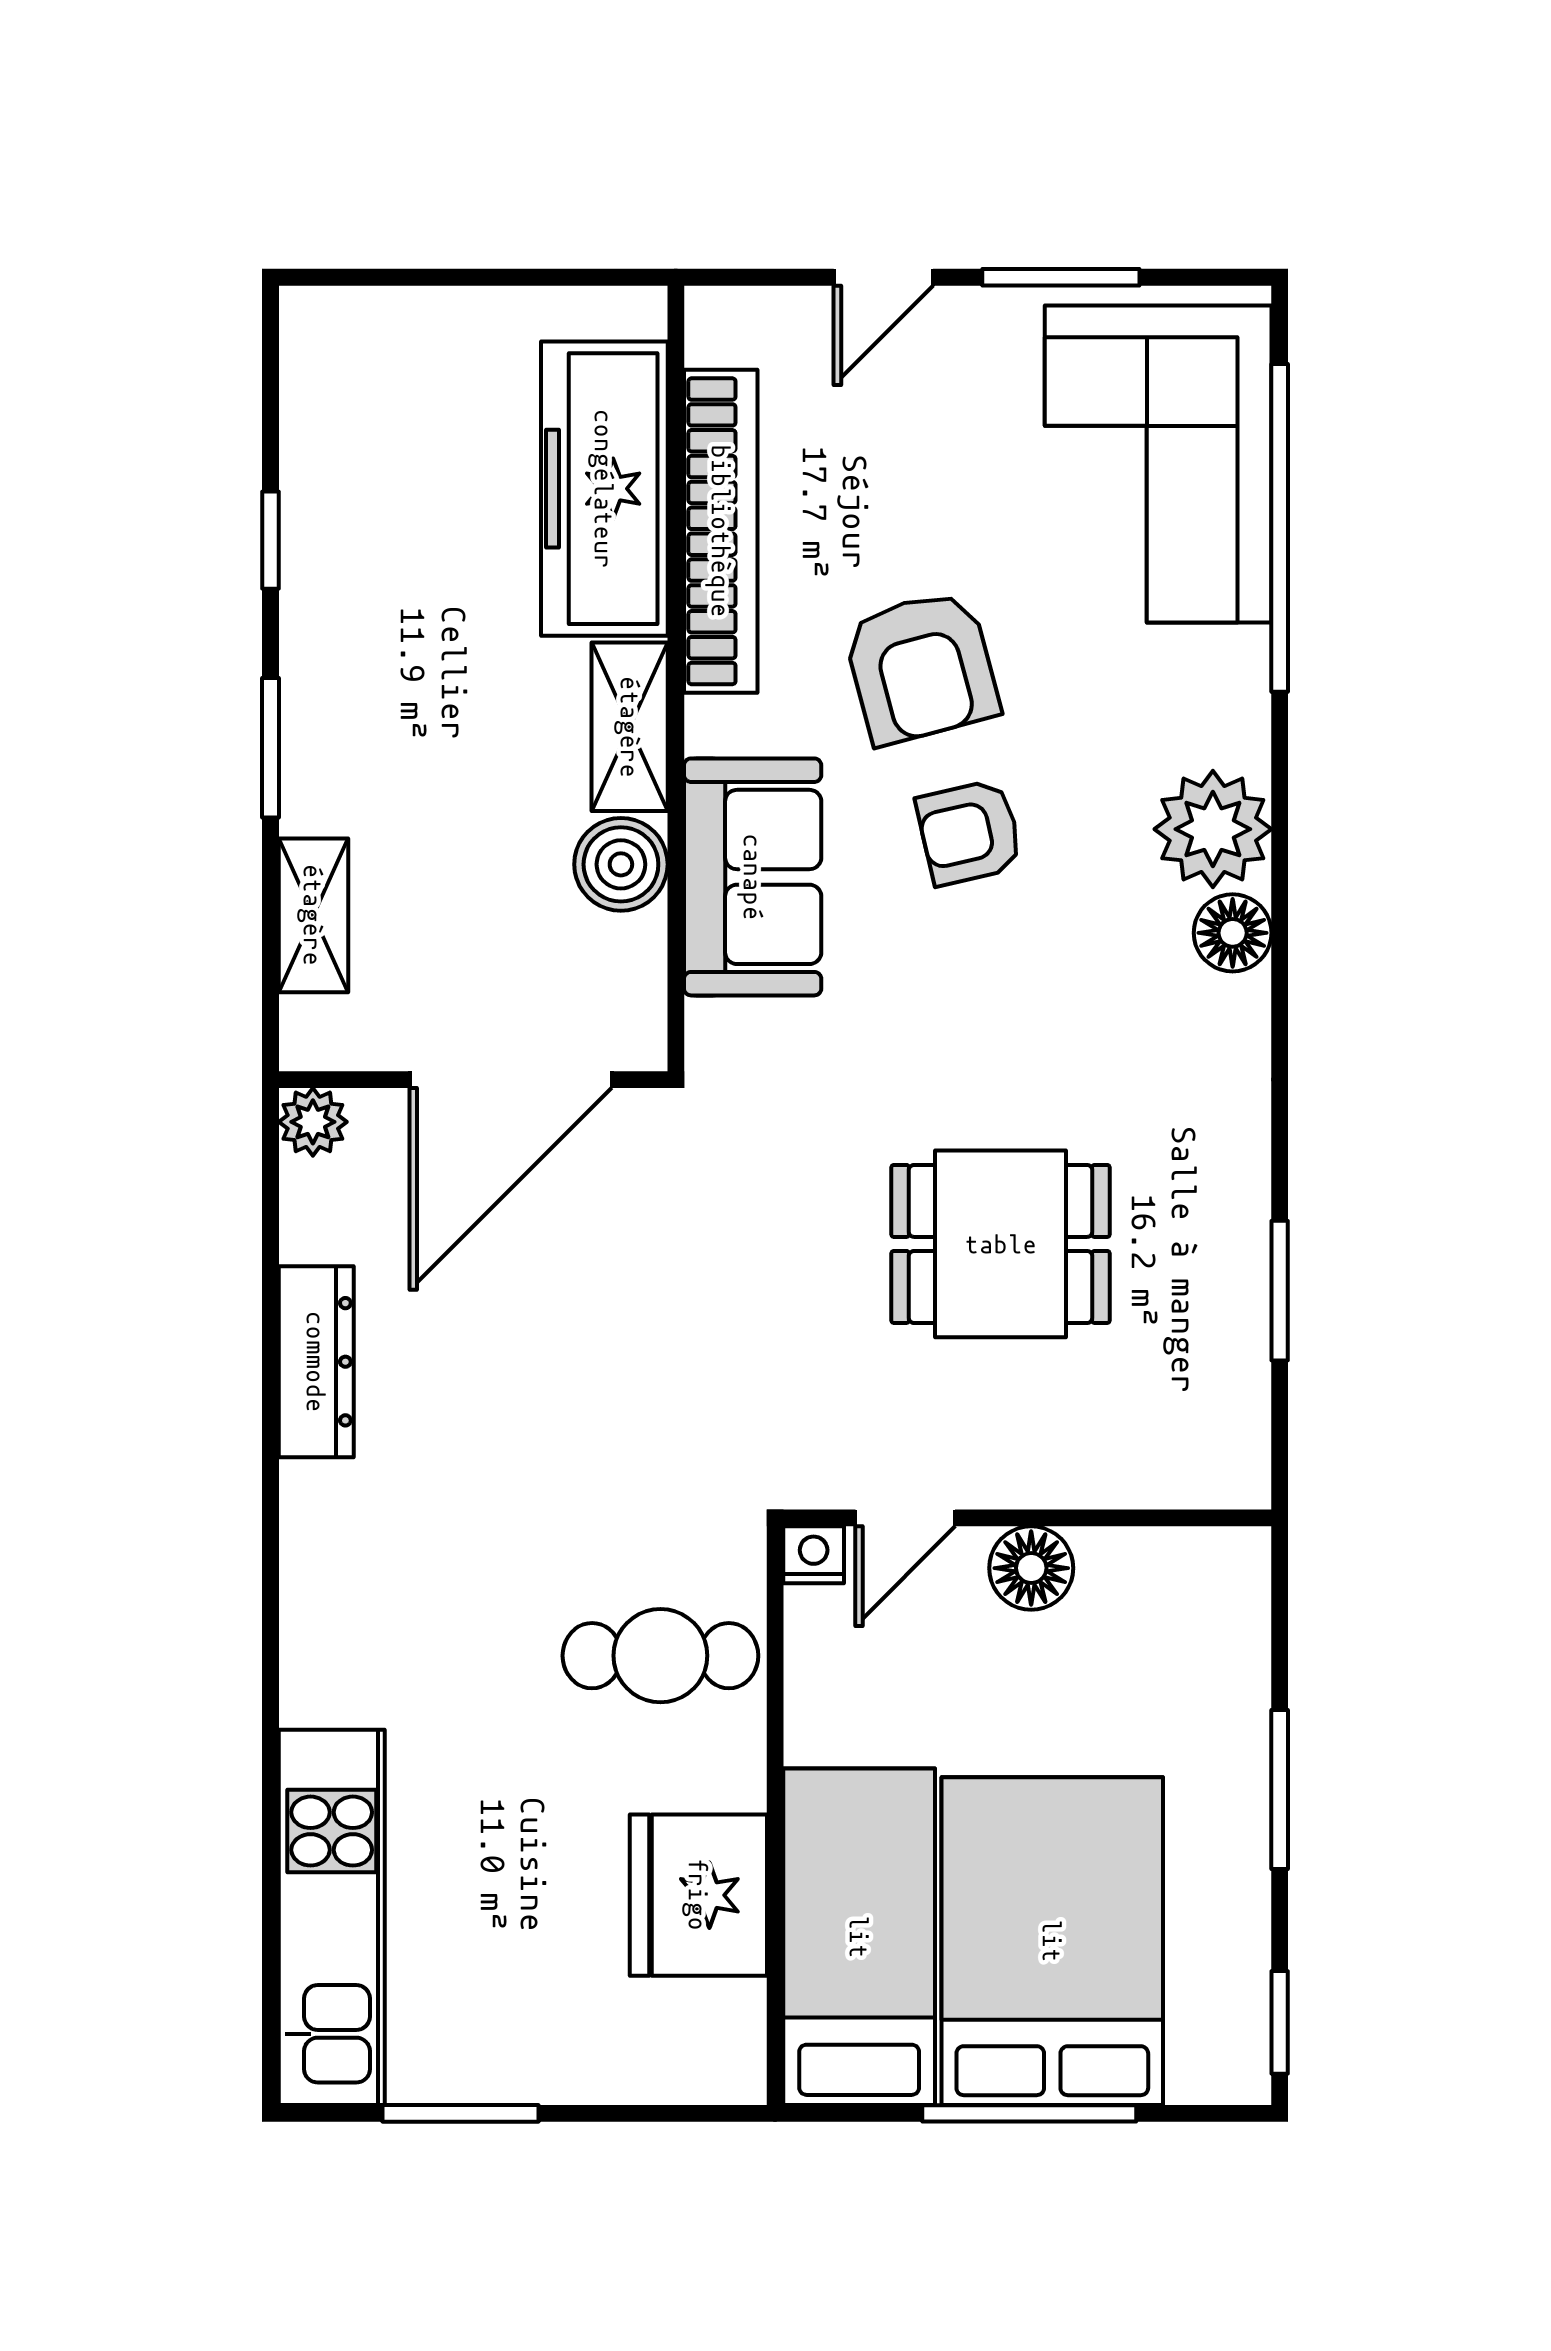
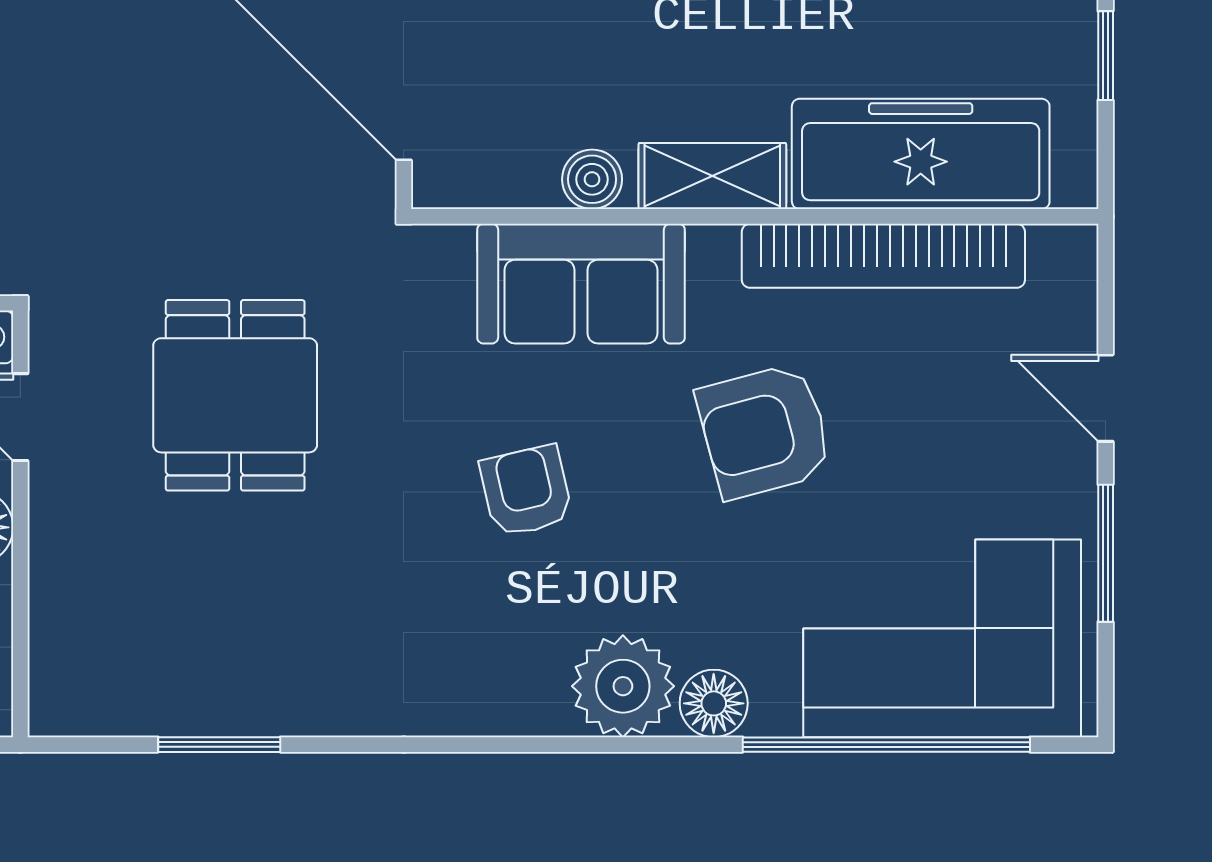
window: (492, 277) -> (1106, 56), added
armchair: (969, 832) -> (526, 491), moved
boiler: (621, 864) -> (592, 179), width x0.73, depth x0.73
floor lamp: (1233, 933) -> (714, 703), moved
dining table: (1001, 1244) -> (235, 395), moved

